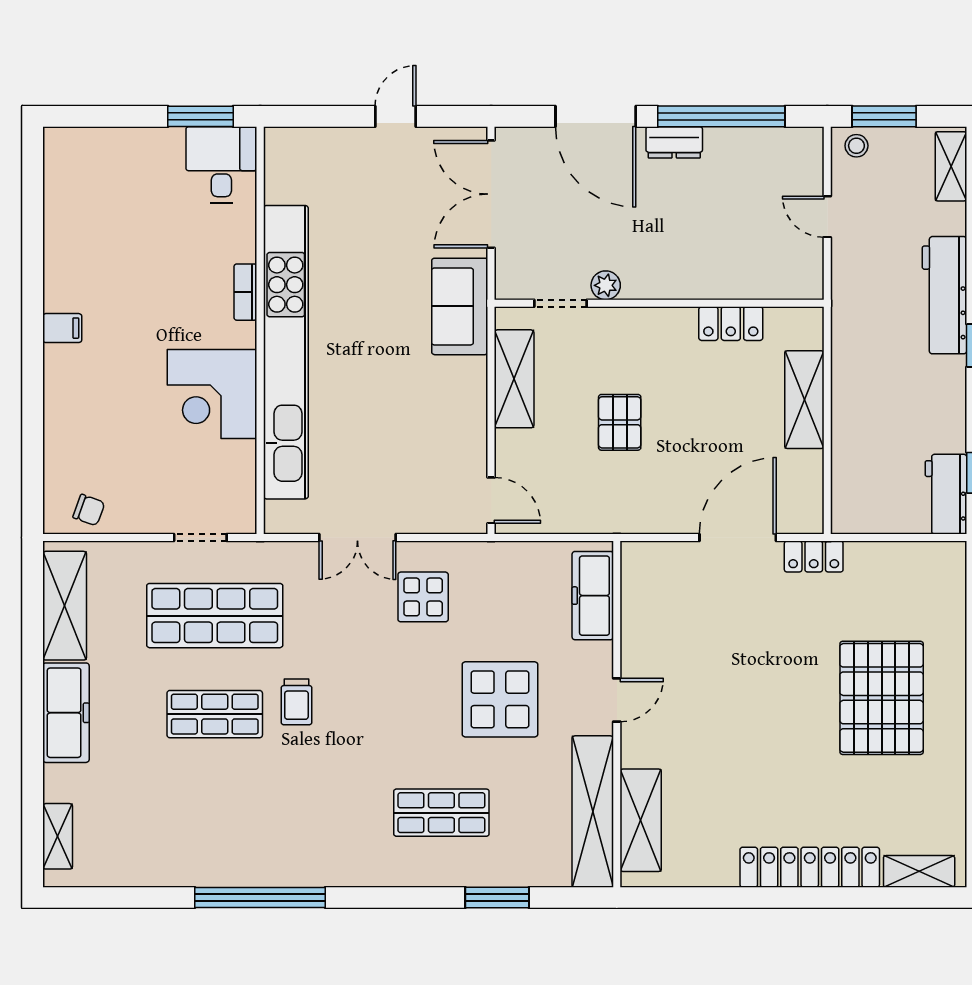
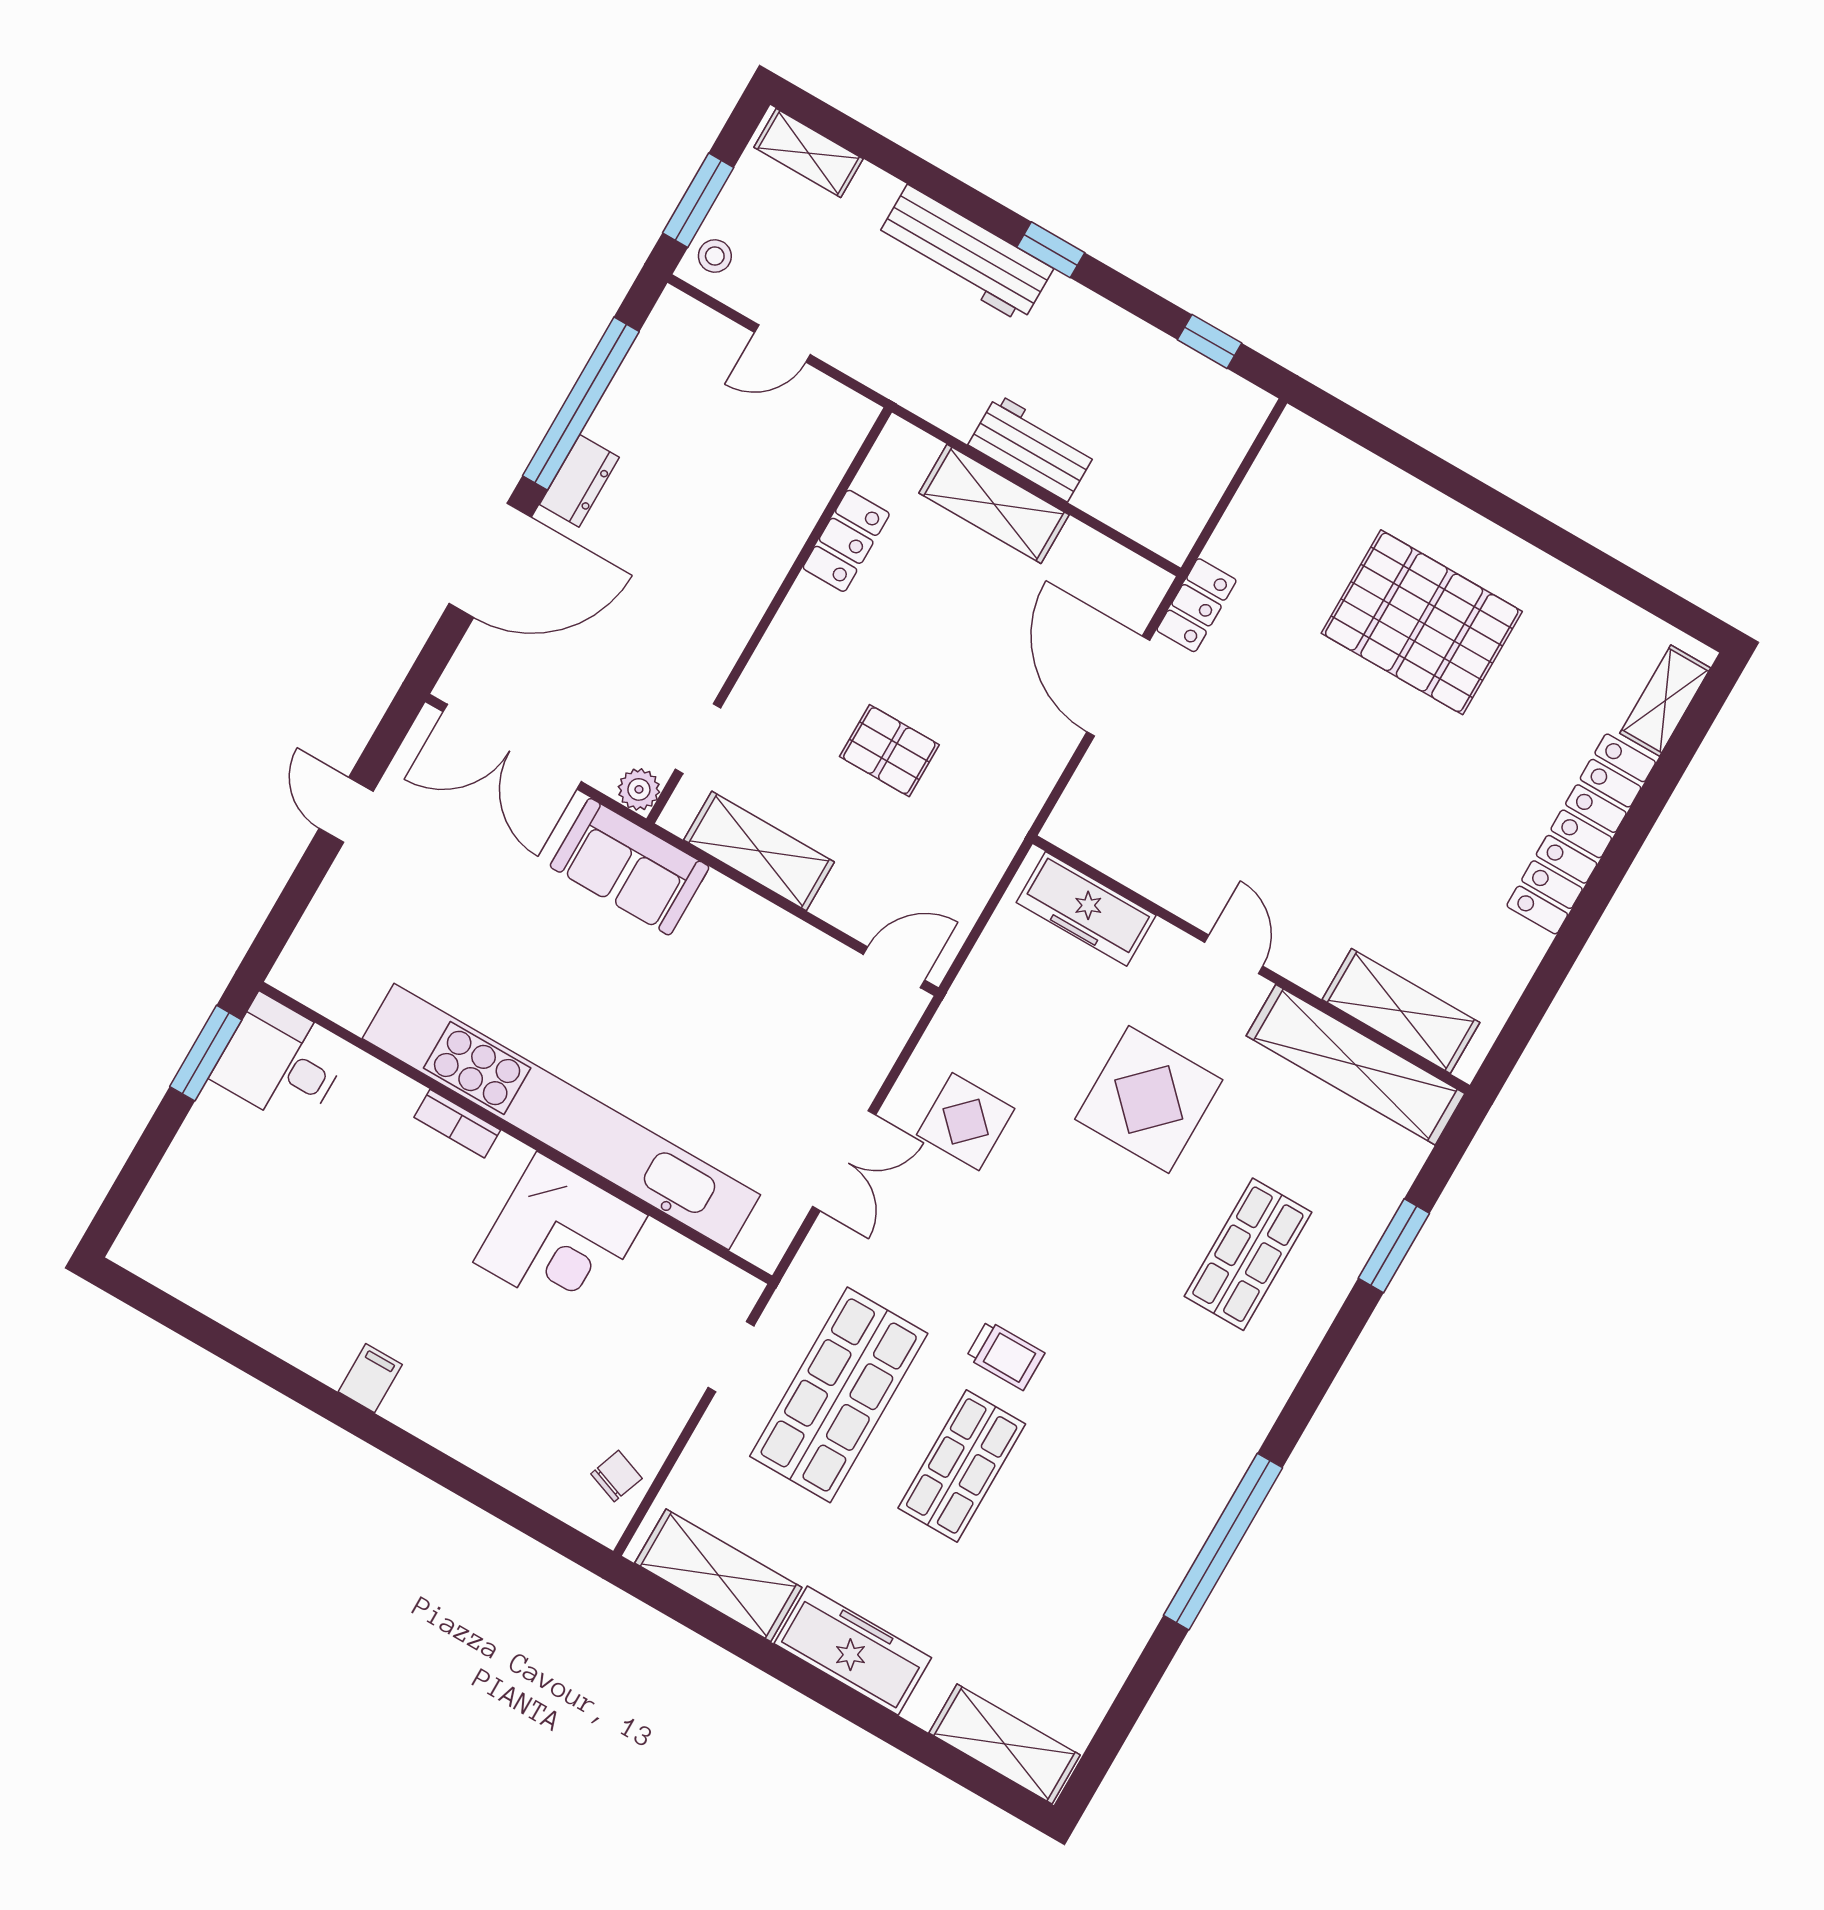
plant: (606, 285) -> (639, 789), moved
workbench: (946, 494) -> (1032, 448), moved, turned 180
shelving: (58, 836) -> (1005, 1744), width x1.50, depth x1.33

